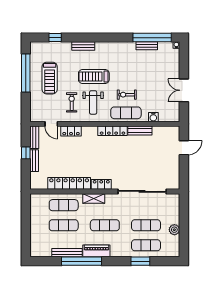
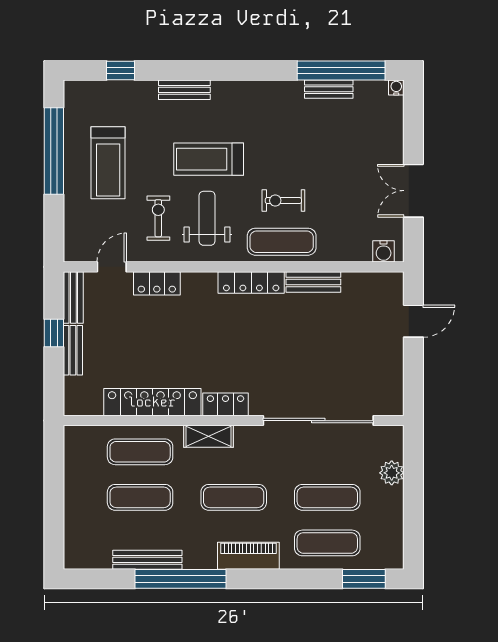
weight bench: (93, 102) -> (207, 218), turned 180
water cooler: (153, 117) -> (384, 251), moved
door: (51, 124) -> (112, 267), swing flipped
plant: (174, 230) -> (392, 473), moved
piano: (96, 251) -> (248, 556), moved
window: (140, 261) -> (364, 579), moved

